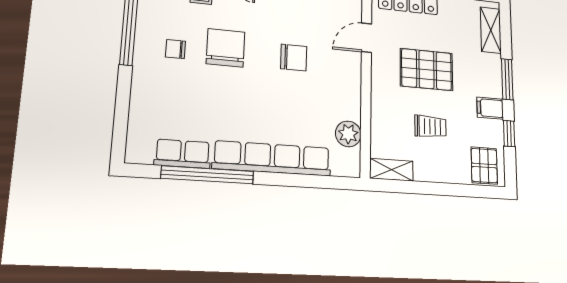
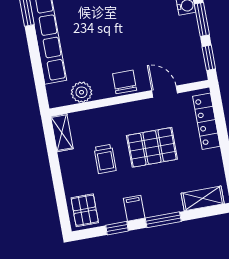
chair: (294, 58) -> (125, 82), moved, turned 180
pallet: (426, 70) -> (152, 147), turned 90
pallet: (484, 166) -> (85, 210), turned 90

